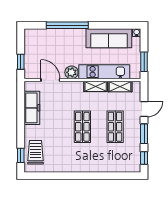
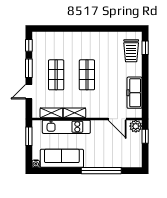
plant: (71, 72) -> (136, 126), moved

